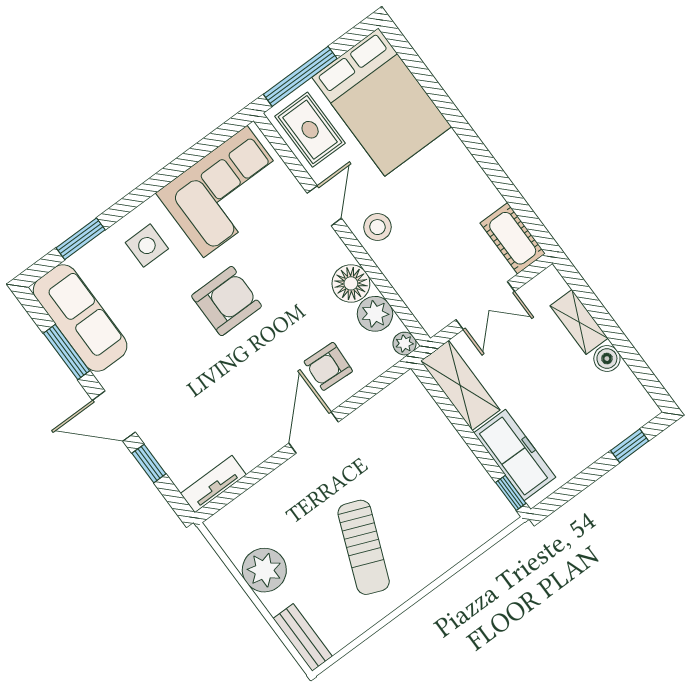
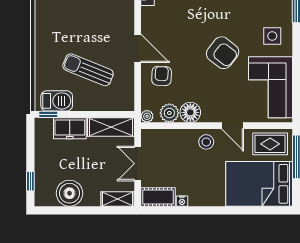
nightstand: (492, 198) -> (182, 201), added
armchair: (227, 301) -> (223, 53), turned -52
shelving: (579, 322) -> (117, 199), moved
boiler: (607, 359) -> (69, 193), width x1.86, depth x1.86
freezer: (515, 455) -> (70, 128), width x0.71
barbecue: (481, 495) -> (57, 101), added
sun lounger: (364, 547) -> (88, 70), moved

